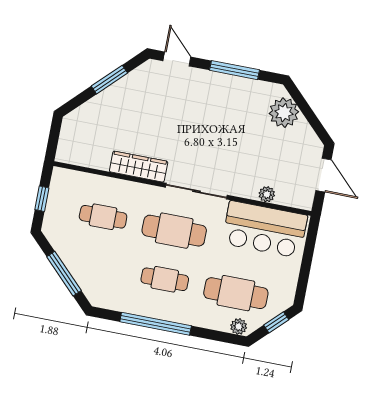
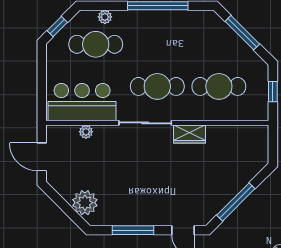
window: (109, 80) -> (236, 202), width x1.44
wardrobe: (139, 167) -> (190, 134), width x0.67
cafe table: (103, 217) -> (219, 86), width x1.37, depth x1.35
cafe table: (165, 279) -> (157, 44), removed
plant: (239, 327) -> (105, 17), moved

